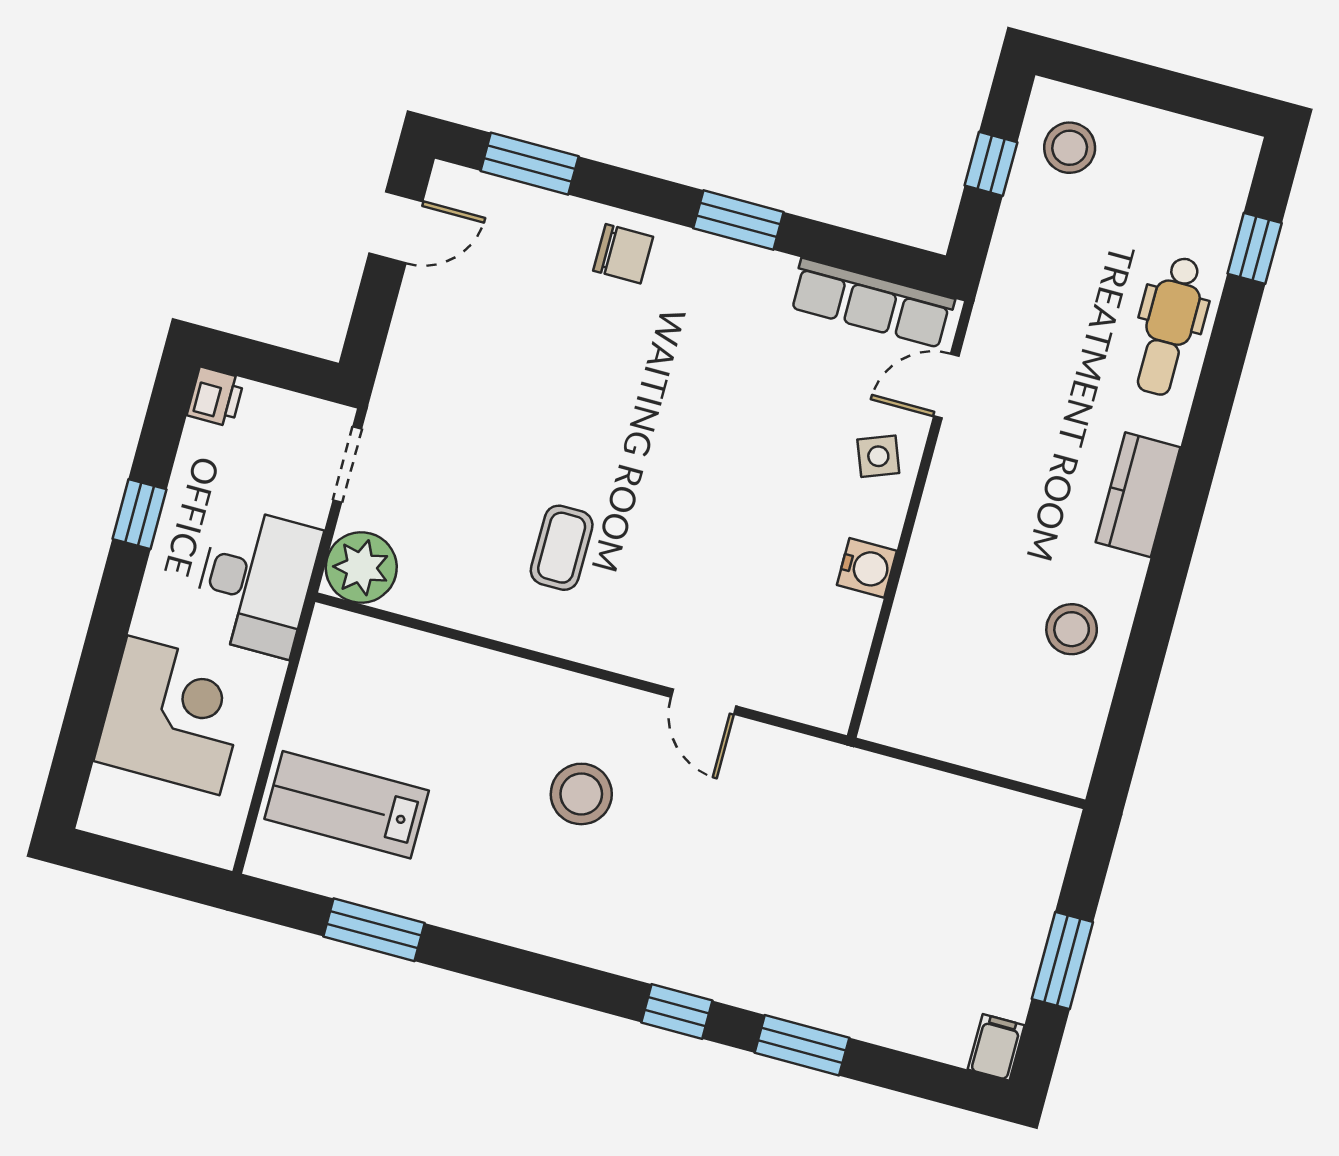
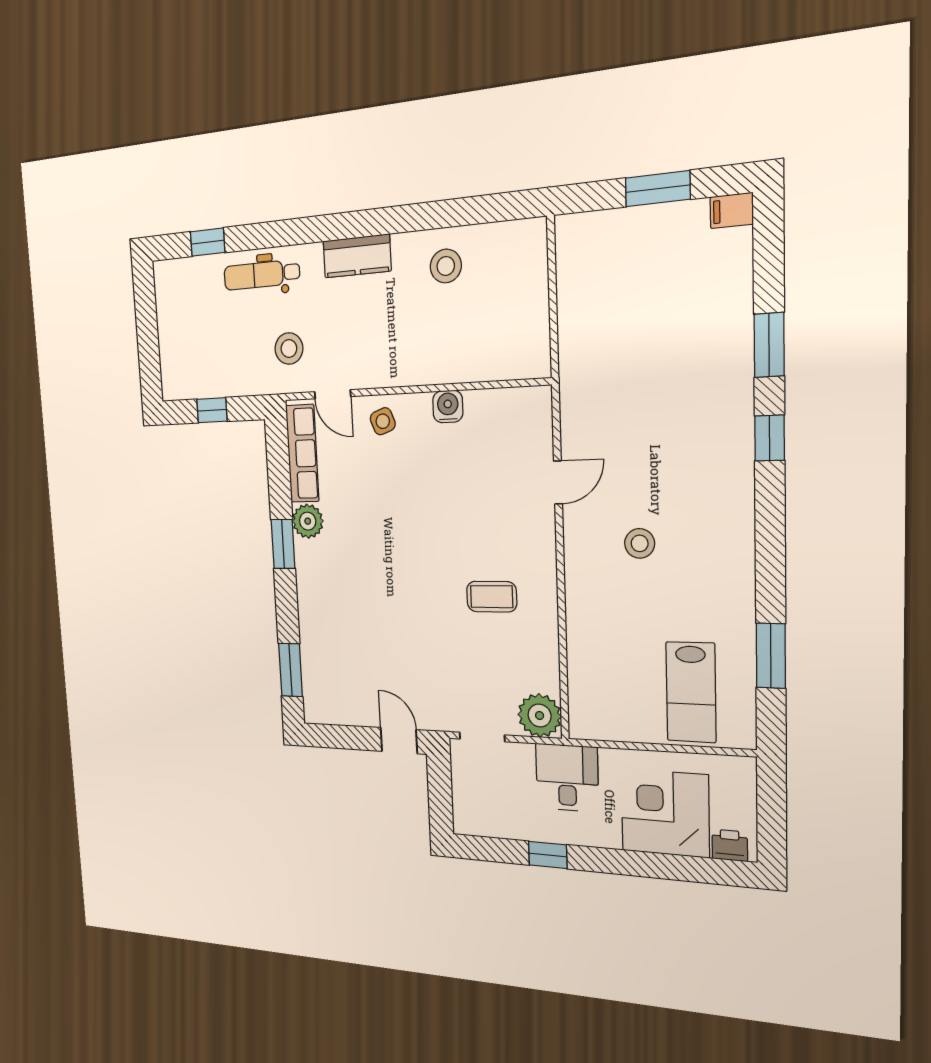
stool: (1070, 148) -> (289, 349), moved
door: (396, 227) -> (399, 741), moved
chair: (623, 254) -> (320, 605), removed
plant: (763, 277) -> (308, 521), added
dental chair: (1170, 326) -> (262, 275), turned 180
printer: (216, 397) -> (730, 845), moved
desk: (256, 582) -> (567, 778), width x0.73
stool: (581, 794) -> (640, 543), width x0.73, depth x0.73

